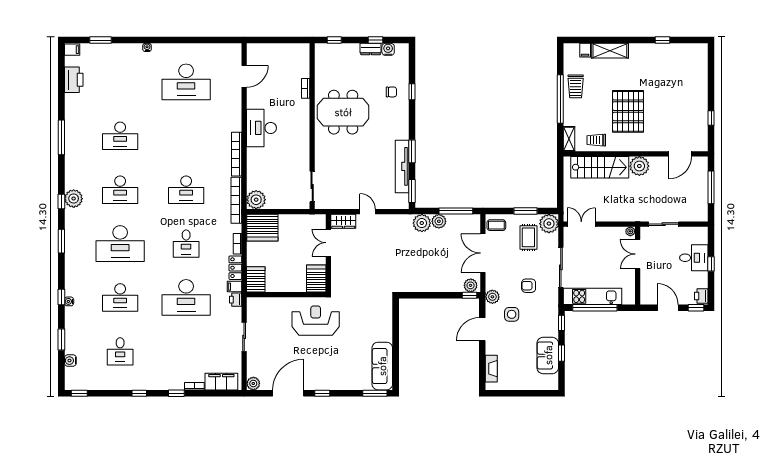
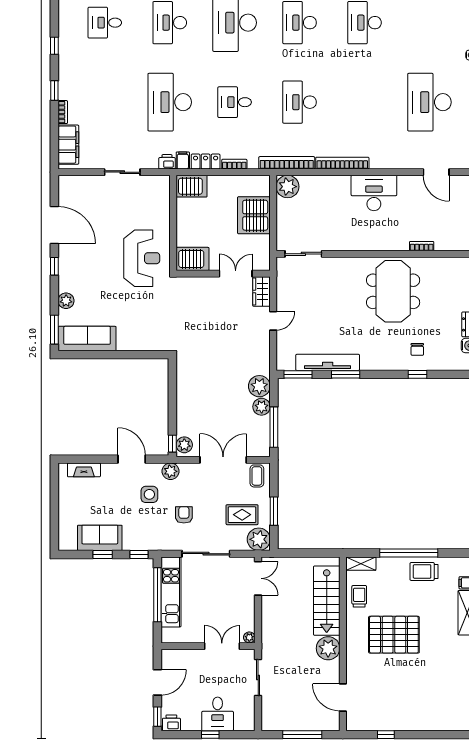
server rack: (262, 228) -> (254, 215), moved
plant: (253, 384) -> (66, 301), moved

